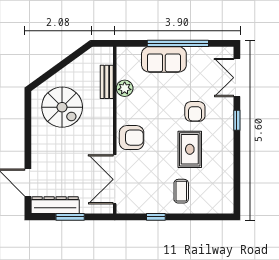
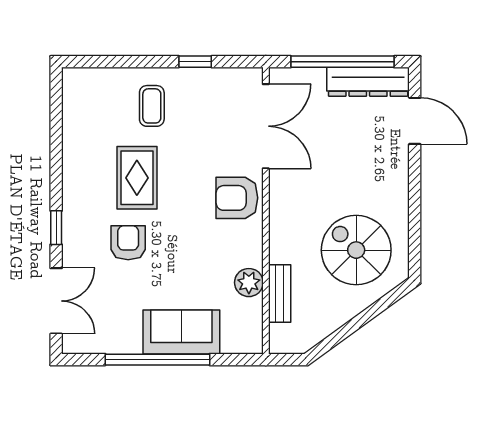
window: (70, 217) -> (342, 62), width x2.11

